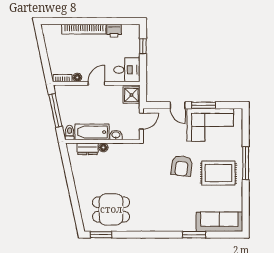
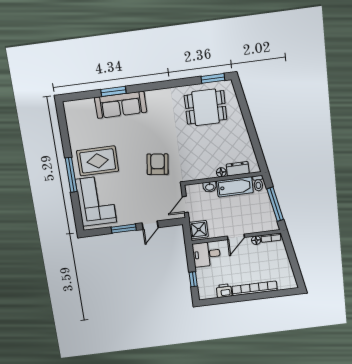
door: (178, 105) -> (150, 225), swing flipped
corner sofa: (210, 125) -> (96, 201), moved, turned 90
armchair: (182, 166) -> (158, 164), moved
sofa: (219, 222) -> (121, 105), moved

